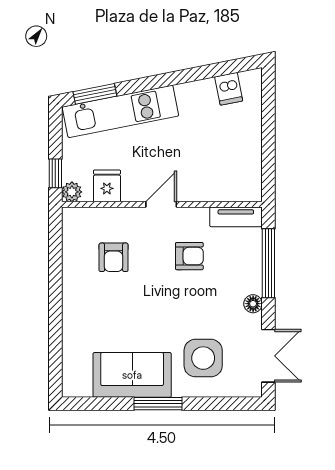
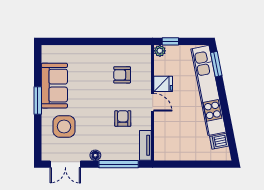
kitchen unit: (120, 111) -> (208, 90), width x1.36
fridge: (107, 186) -> (163, 84), moved
armchair: (189, 256) -> (123, 119), turned 180

